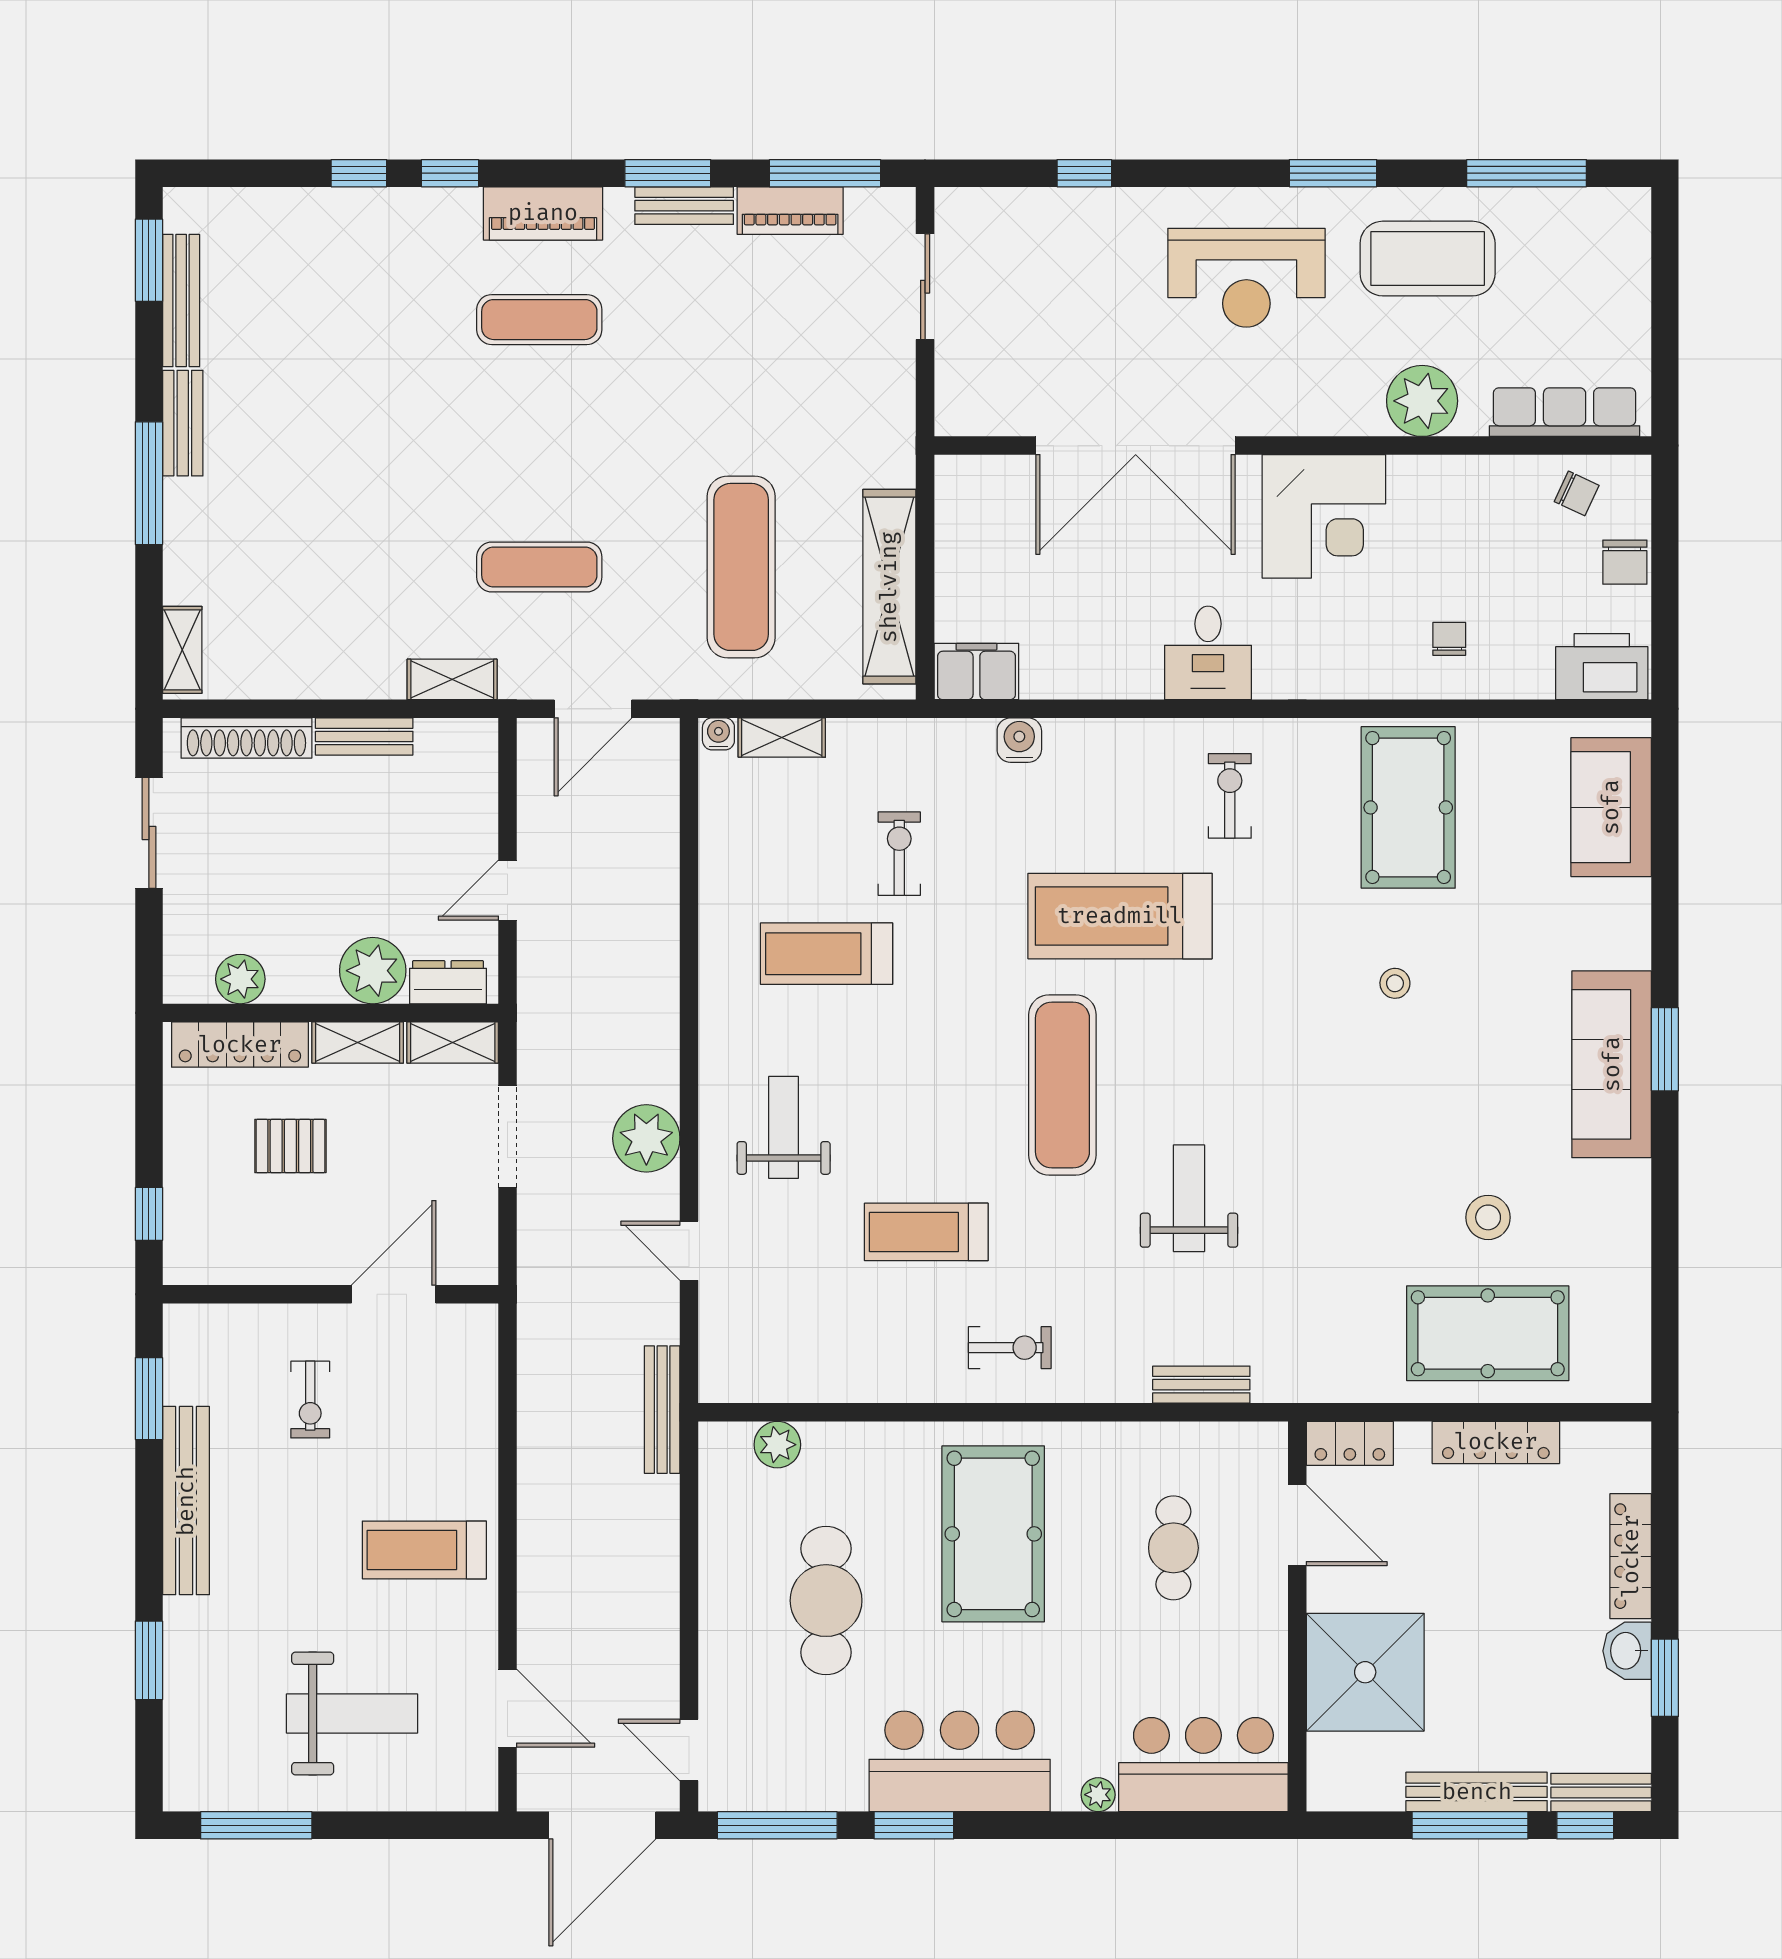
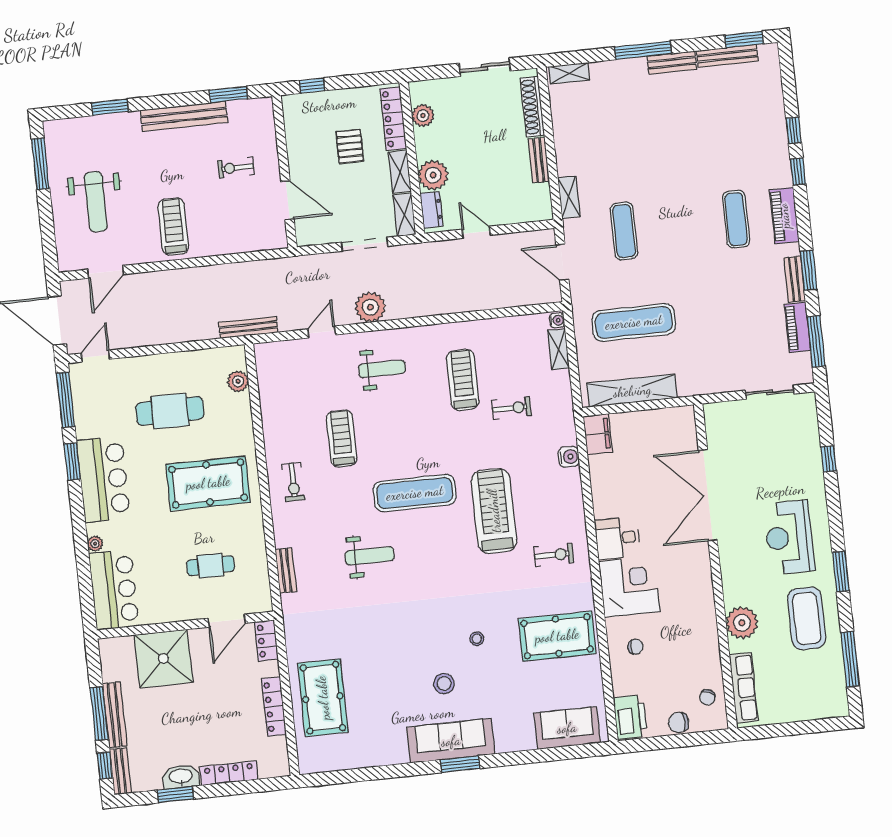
corner desk: (1324, 516) -> (629, 587), moved, turned 180
stool: (1488, 1217) -> (444, 684), moved
washbasin: (1627, 1651) -> (181, 777), width x1.38

